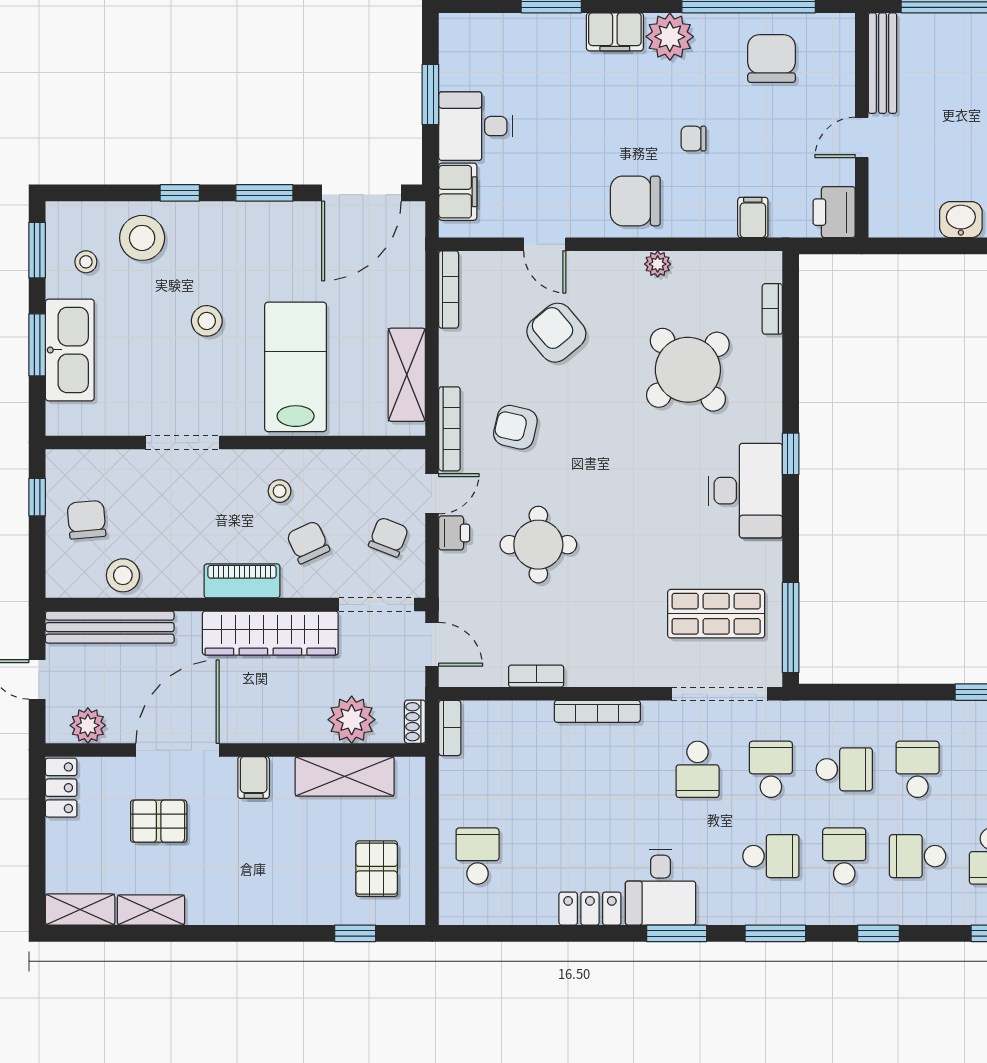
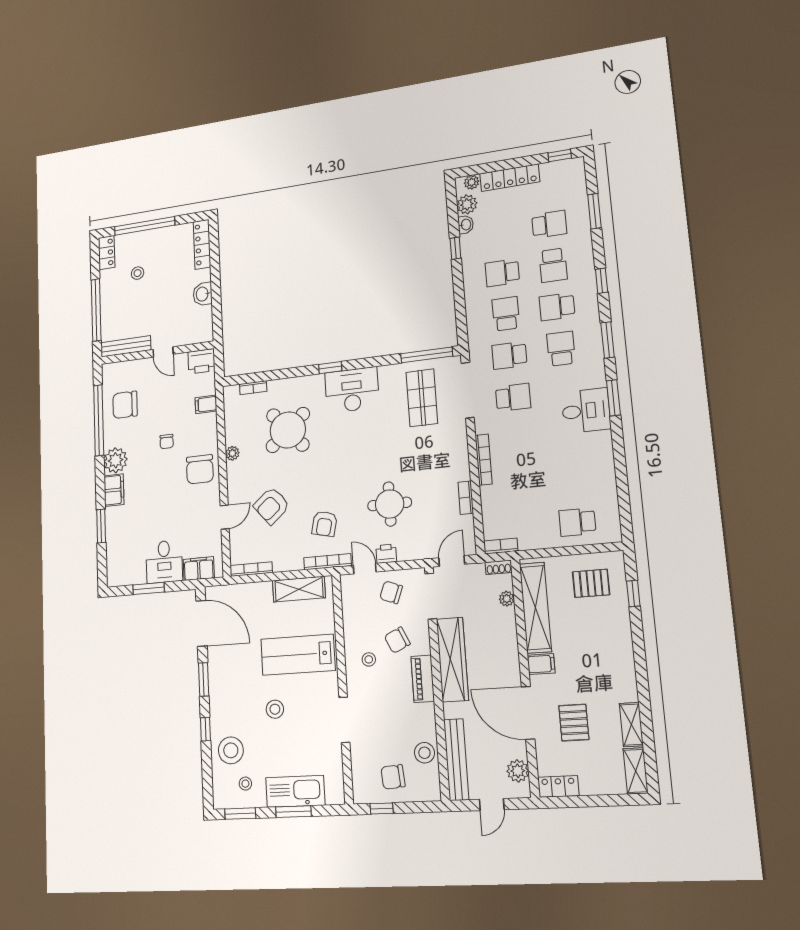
plant: (352, 720) -> (507, 599), width x0.53, depth x0.53
shelving: (345, 776) -> (536, 608), width x1.47
locker: (590, 909) -> (603, 451), removed

